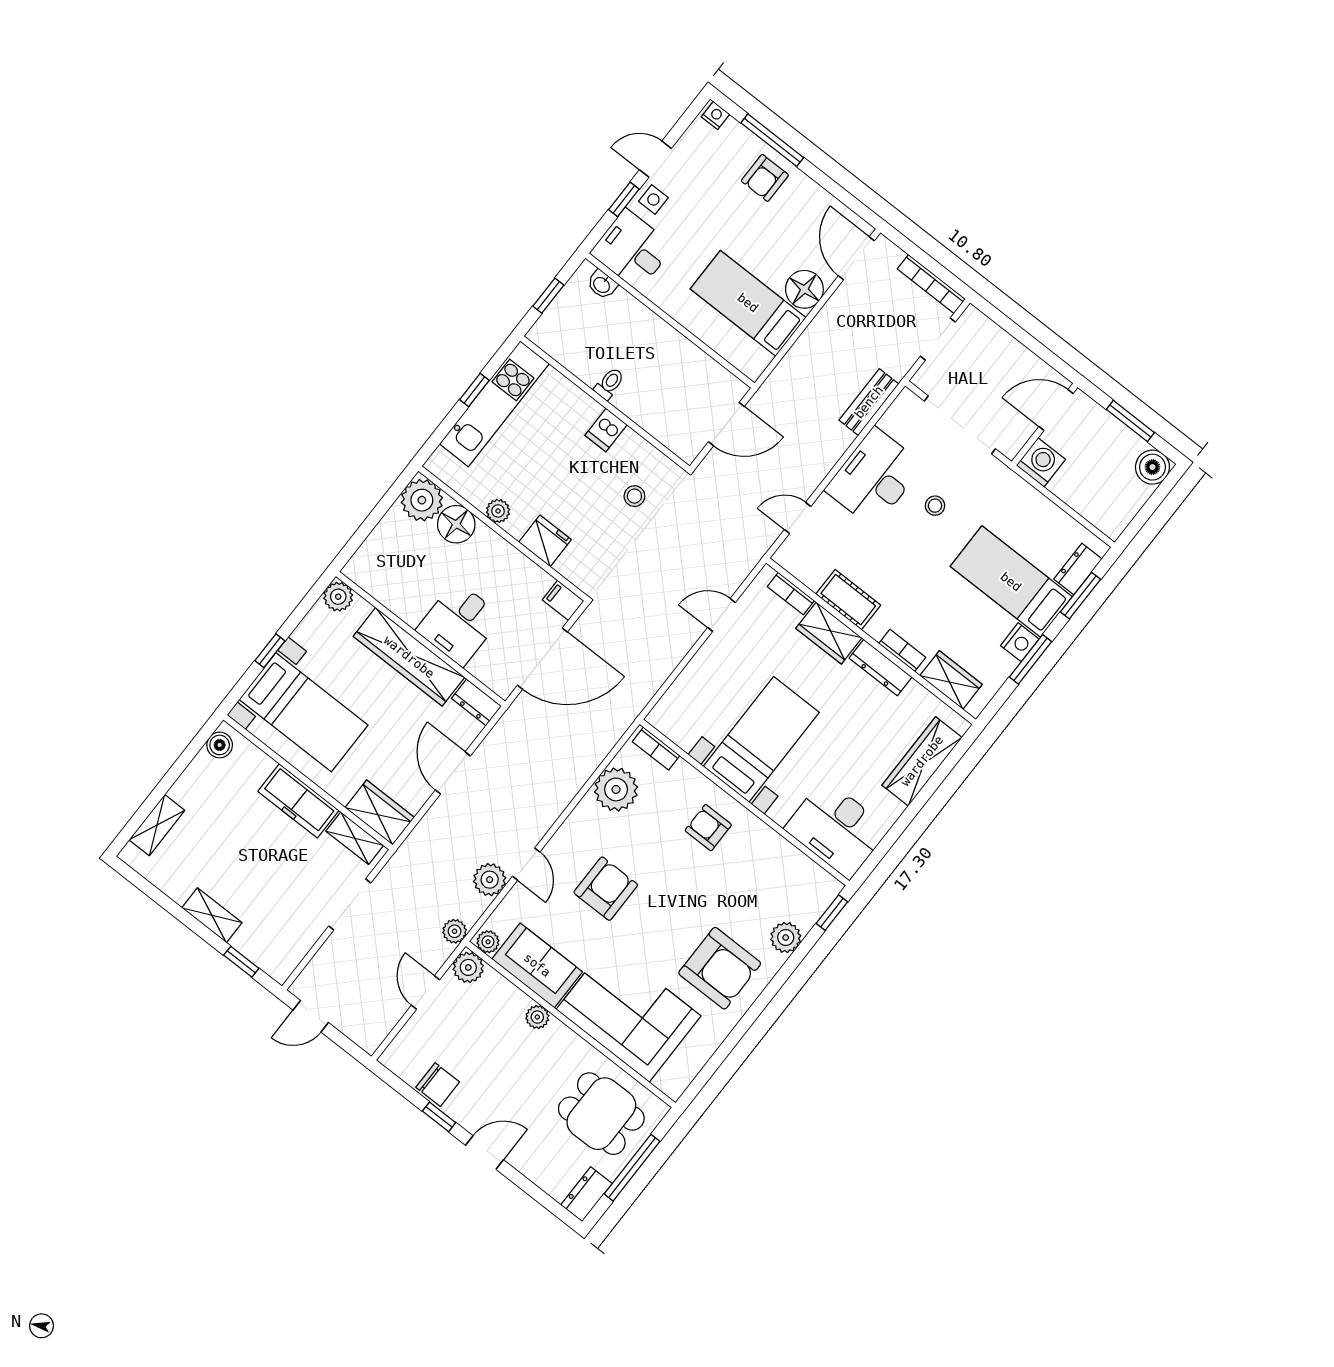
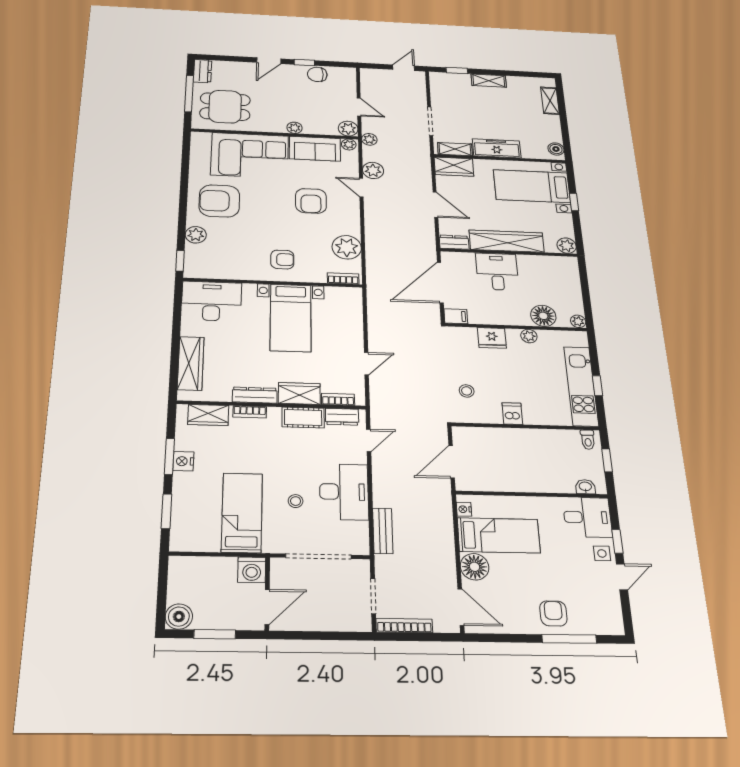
nightstand: (715, 115) -> (464, 509), moved, turned 90
toilet: (609, 384) -> (588, 440), moved
plant: (422, 500) -> (578, 321), width x0.53, depth x0.53
dresser: (1078, 569) -> (342, 417), moved, turned 90
bed: (1011, 582) -> (242, 513), moved, turned -90

